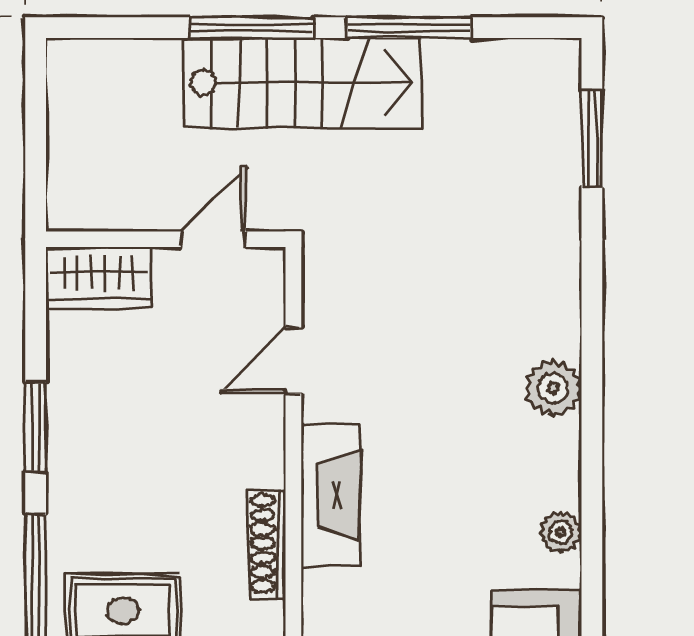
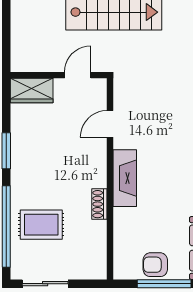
shoe rack: (267, 543) -> (99, 204), width x0.70

